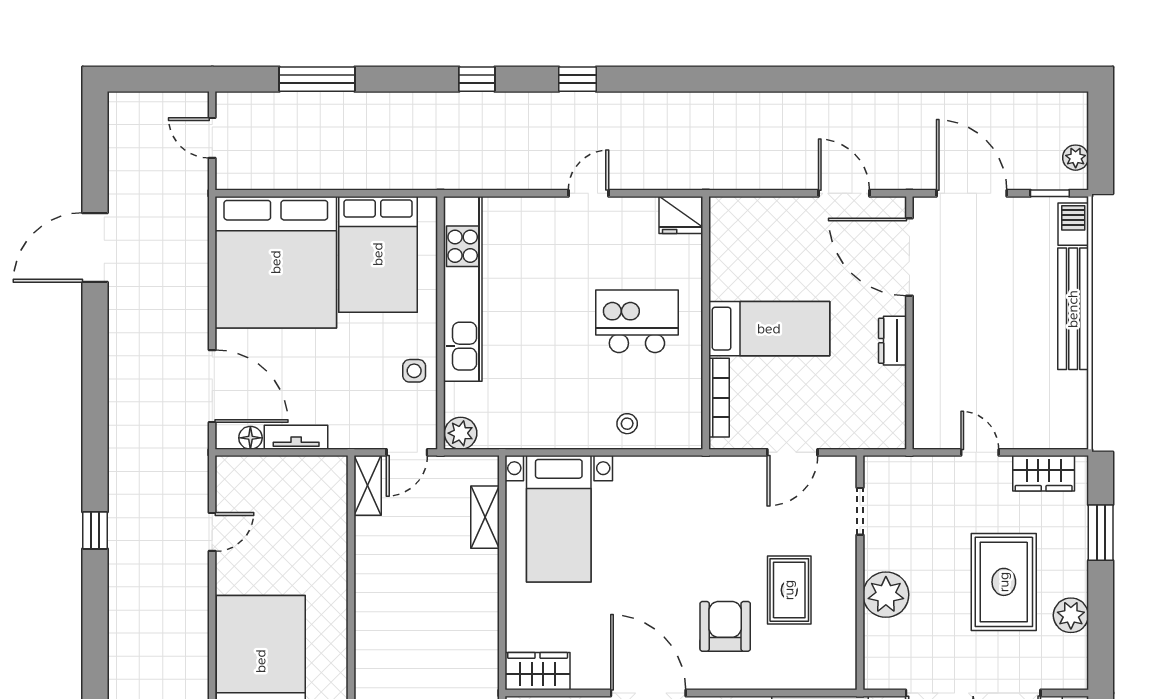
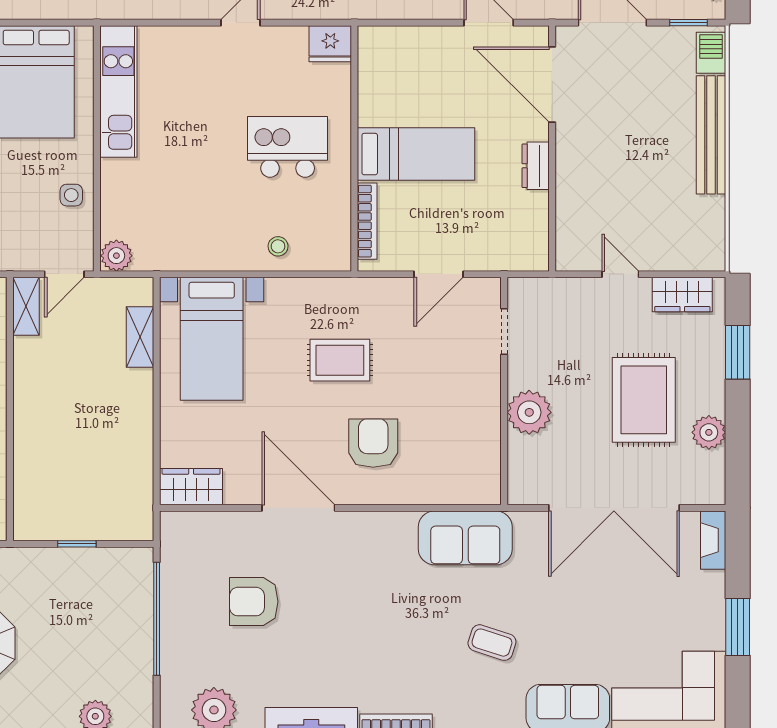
kitchen unit: (463, 289) -> (118, 92), width x0.73
rug: (789, 590) -> (340, 360), moved, turned 90

